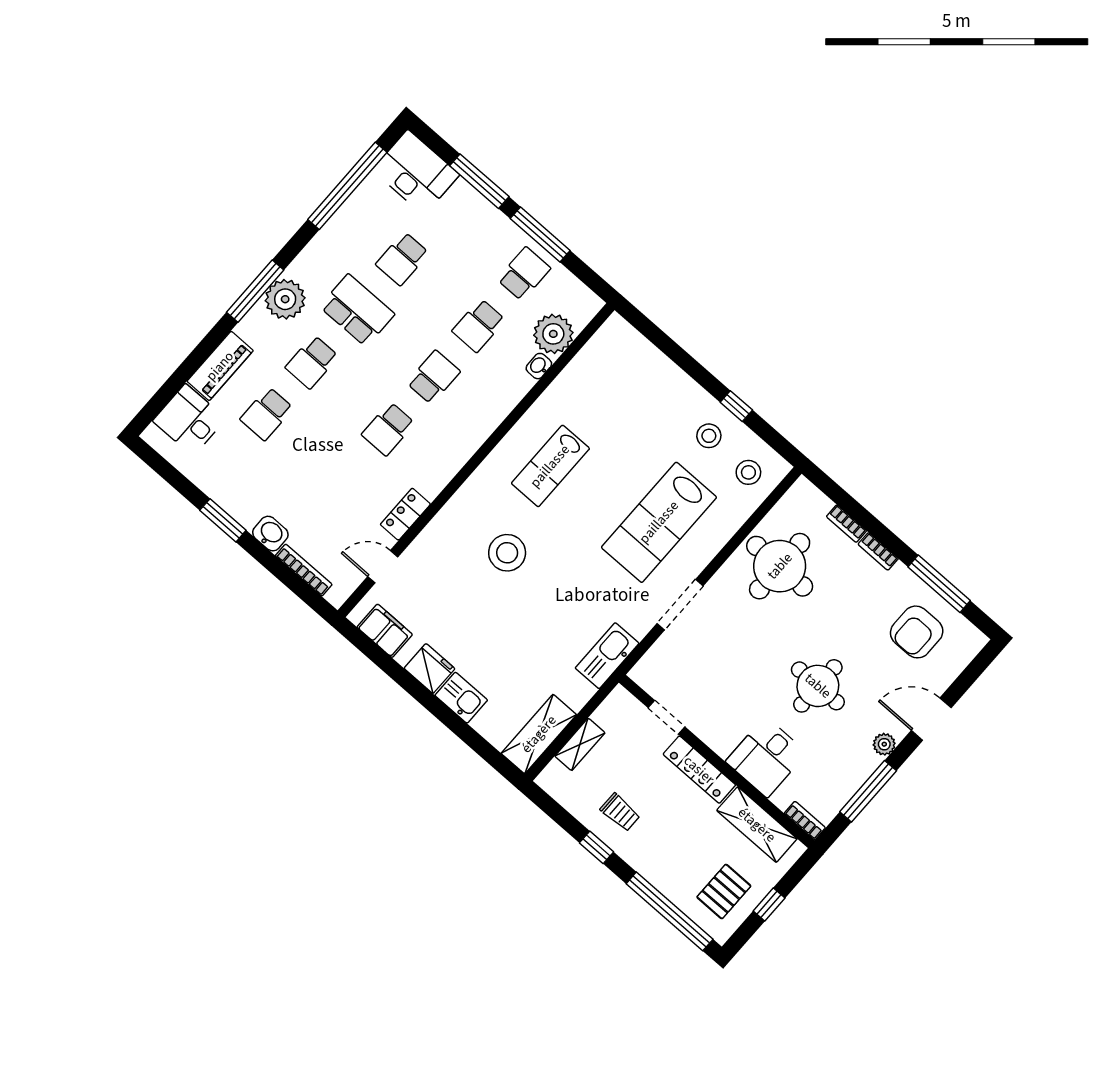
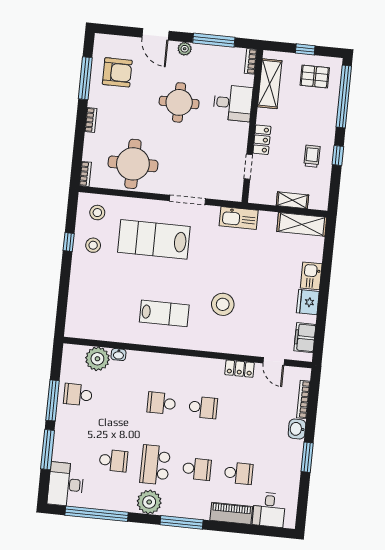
plant: (285, 299) -> (149, 502), moved
school desk: (479, 326) -> (120, 399), removed
lab bench: (659, 522) -> (154, 239), turned 180
bookcase: (846, 524) -> (85, 174), moved
locker: (699, 770) -> (262, 140), width x0.66

